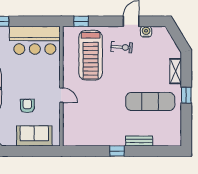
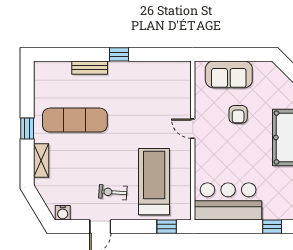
water cooler: (146, 32) -> (63, 213), moved

